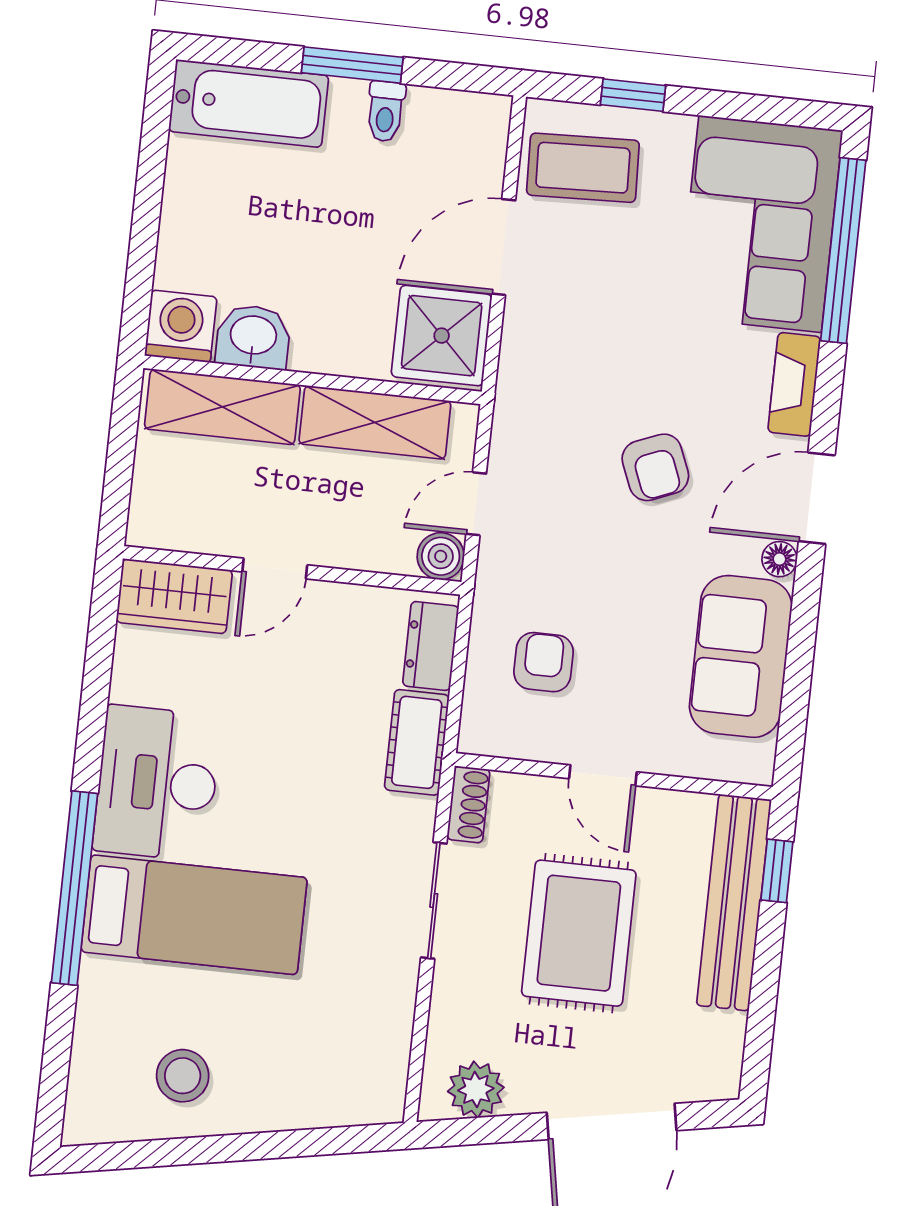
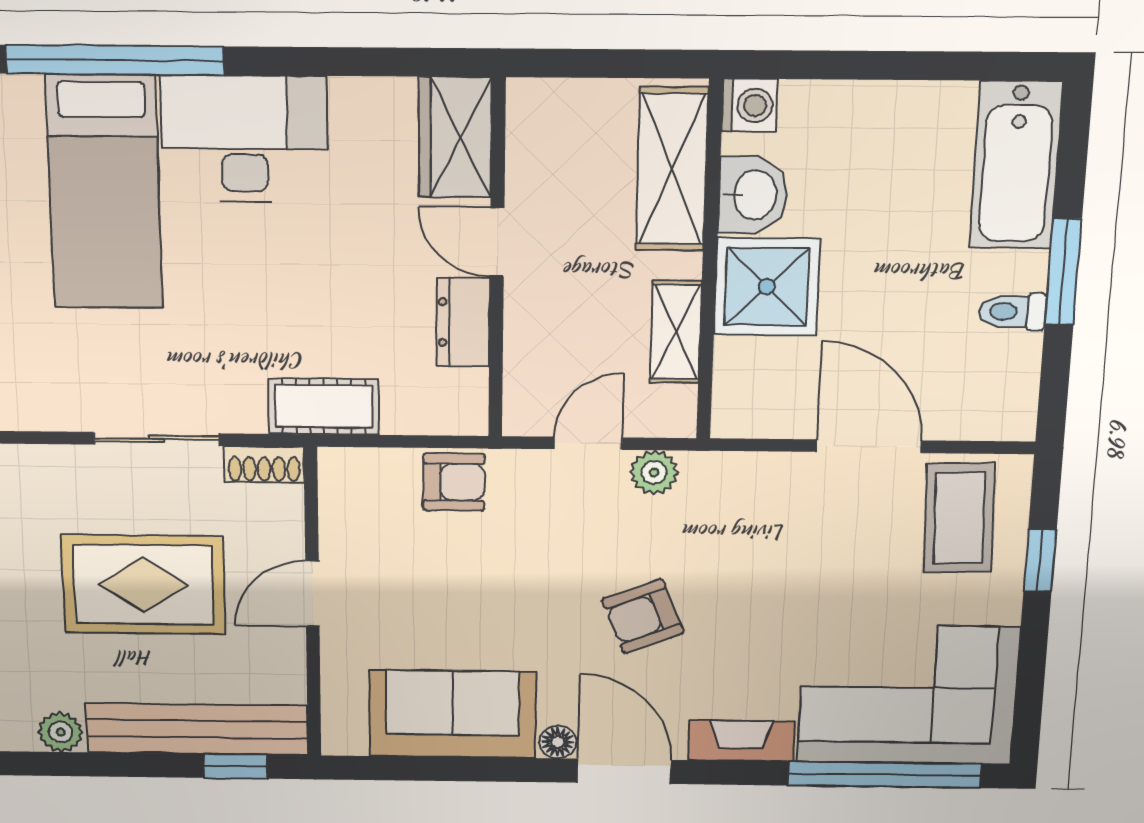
washing machine: (181, 326) -> (750, 105), width x0.73, depth x0.73
shower: (442, 336) -> (767, 287), moved
shelving: (375, 422) -> (676, 332), width x0.67, depth x0.75
plant: (511, 446) -> (654, 473), added
door: (476, 504) -> (588, 443), hinge flipped
boiler: (441, 556) -> (528, 413), removed
dresser: (431, 646) -> (463, 322), moved, turned -90
armchair: (544, 662) -> (454, 482), moved
plant: (725, 1034) -> (61, 732), added

